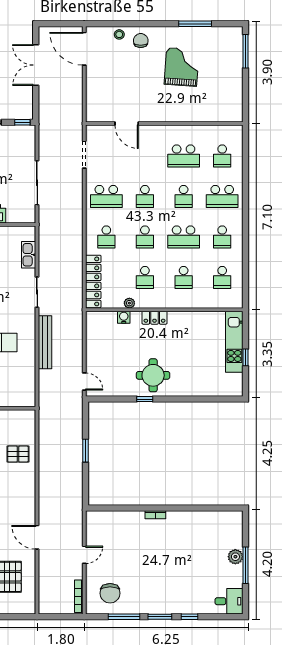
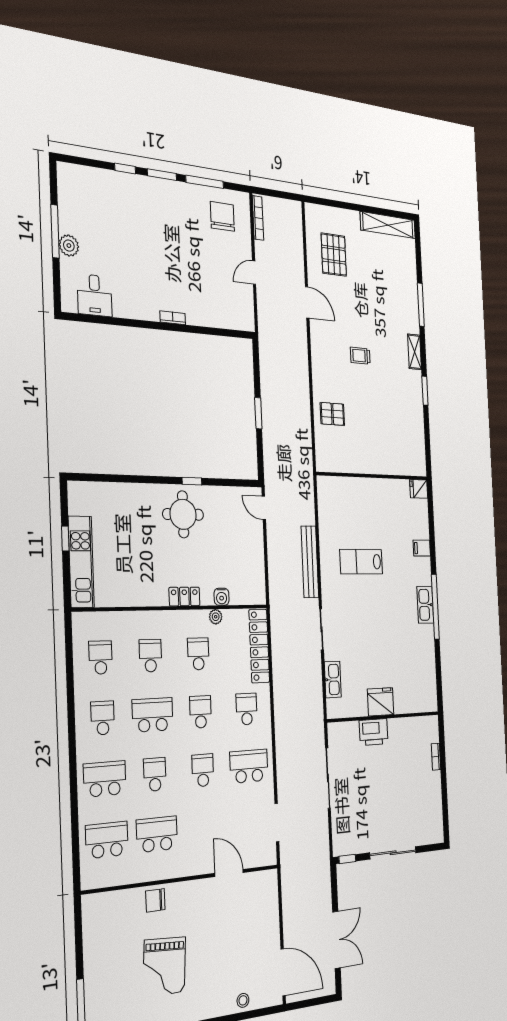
chair: (141, 41) -> (155, 900), moved, turned 90
school desk: (222, 156) -> (107, 840), width x1.85
desk: (229, 601) -> (95, 295), moved, turned -90

